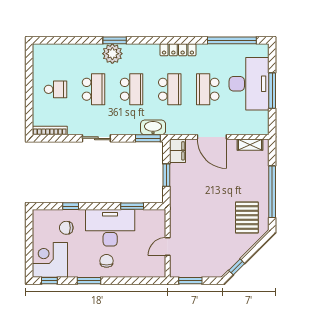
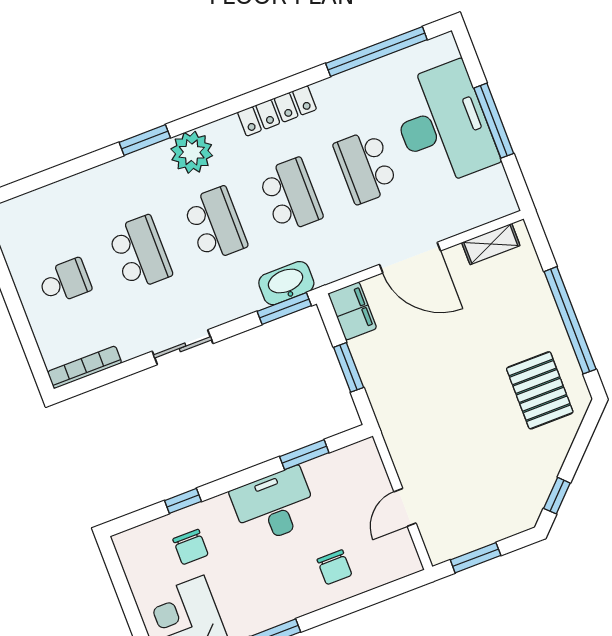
plant: (112, 54) -> (192, 152), moved
chair: (66, 228) -> (191, 547), turned -90
desk: (110, 228) -> (274, 506), width x0.73, depth x0.77
chair: (107, 261) -> (334, 567), moved, turned 180

